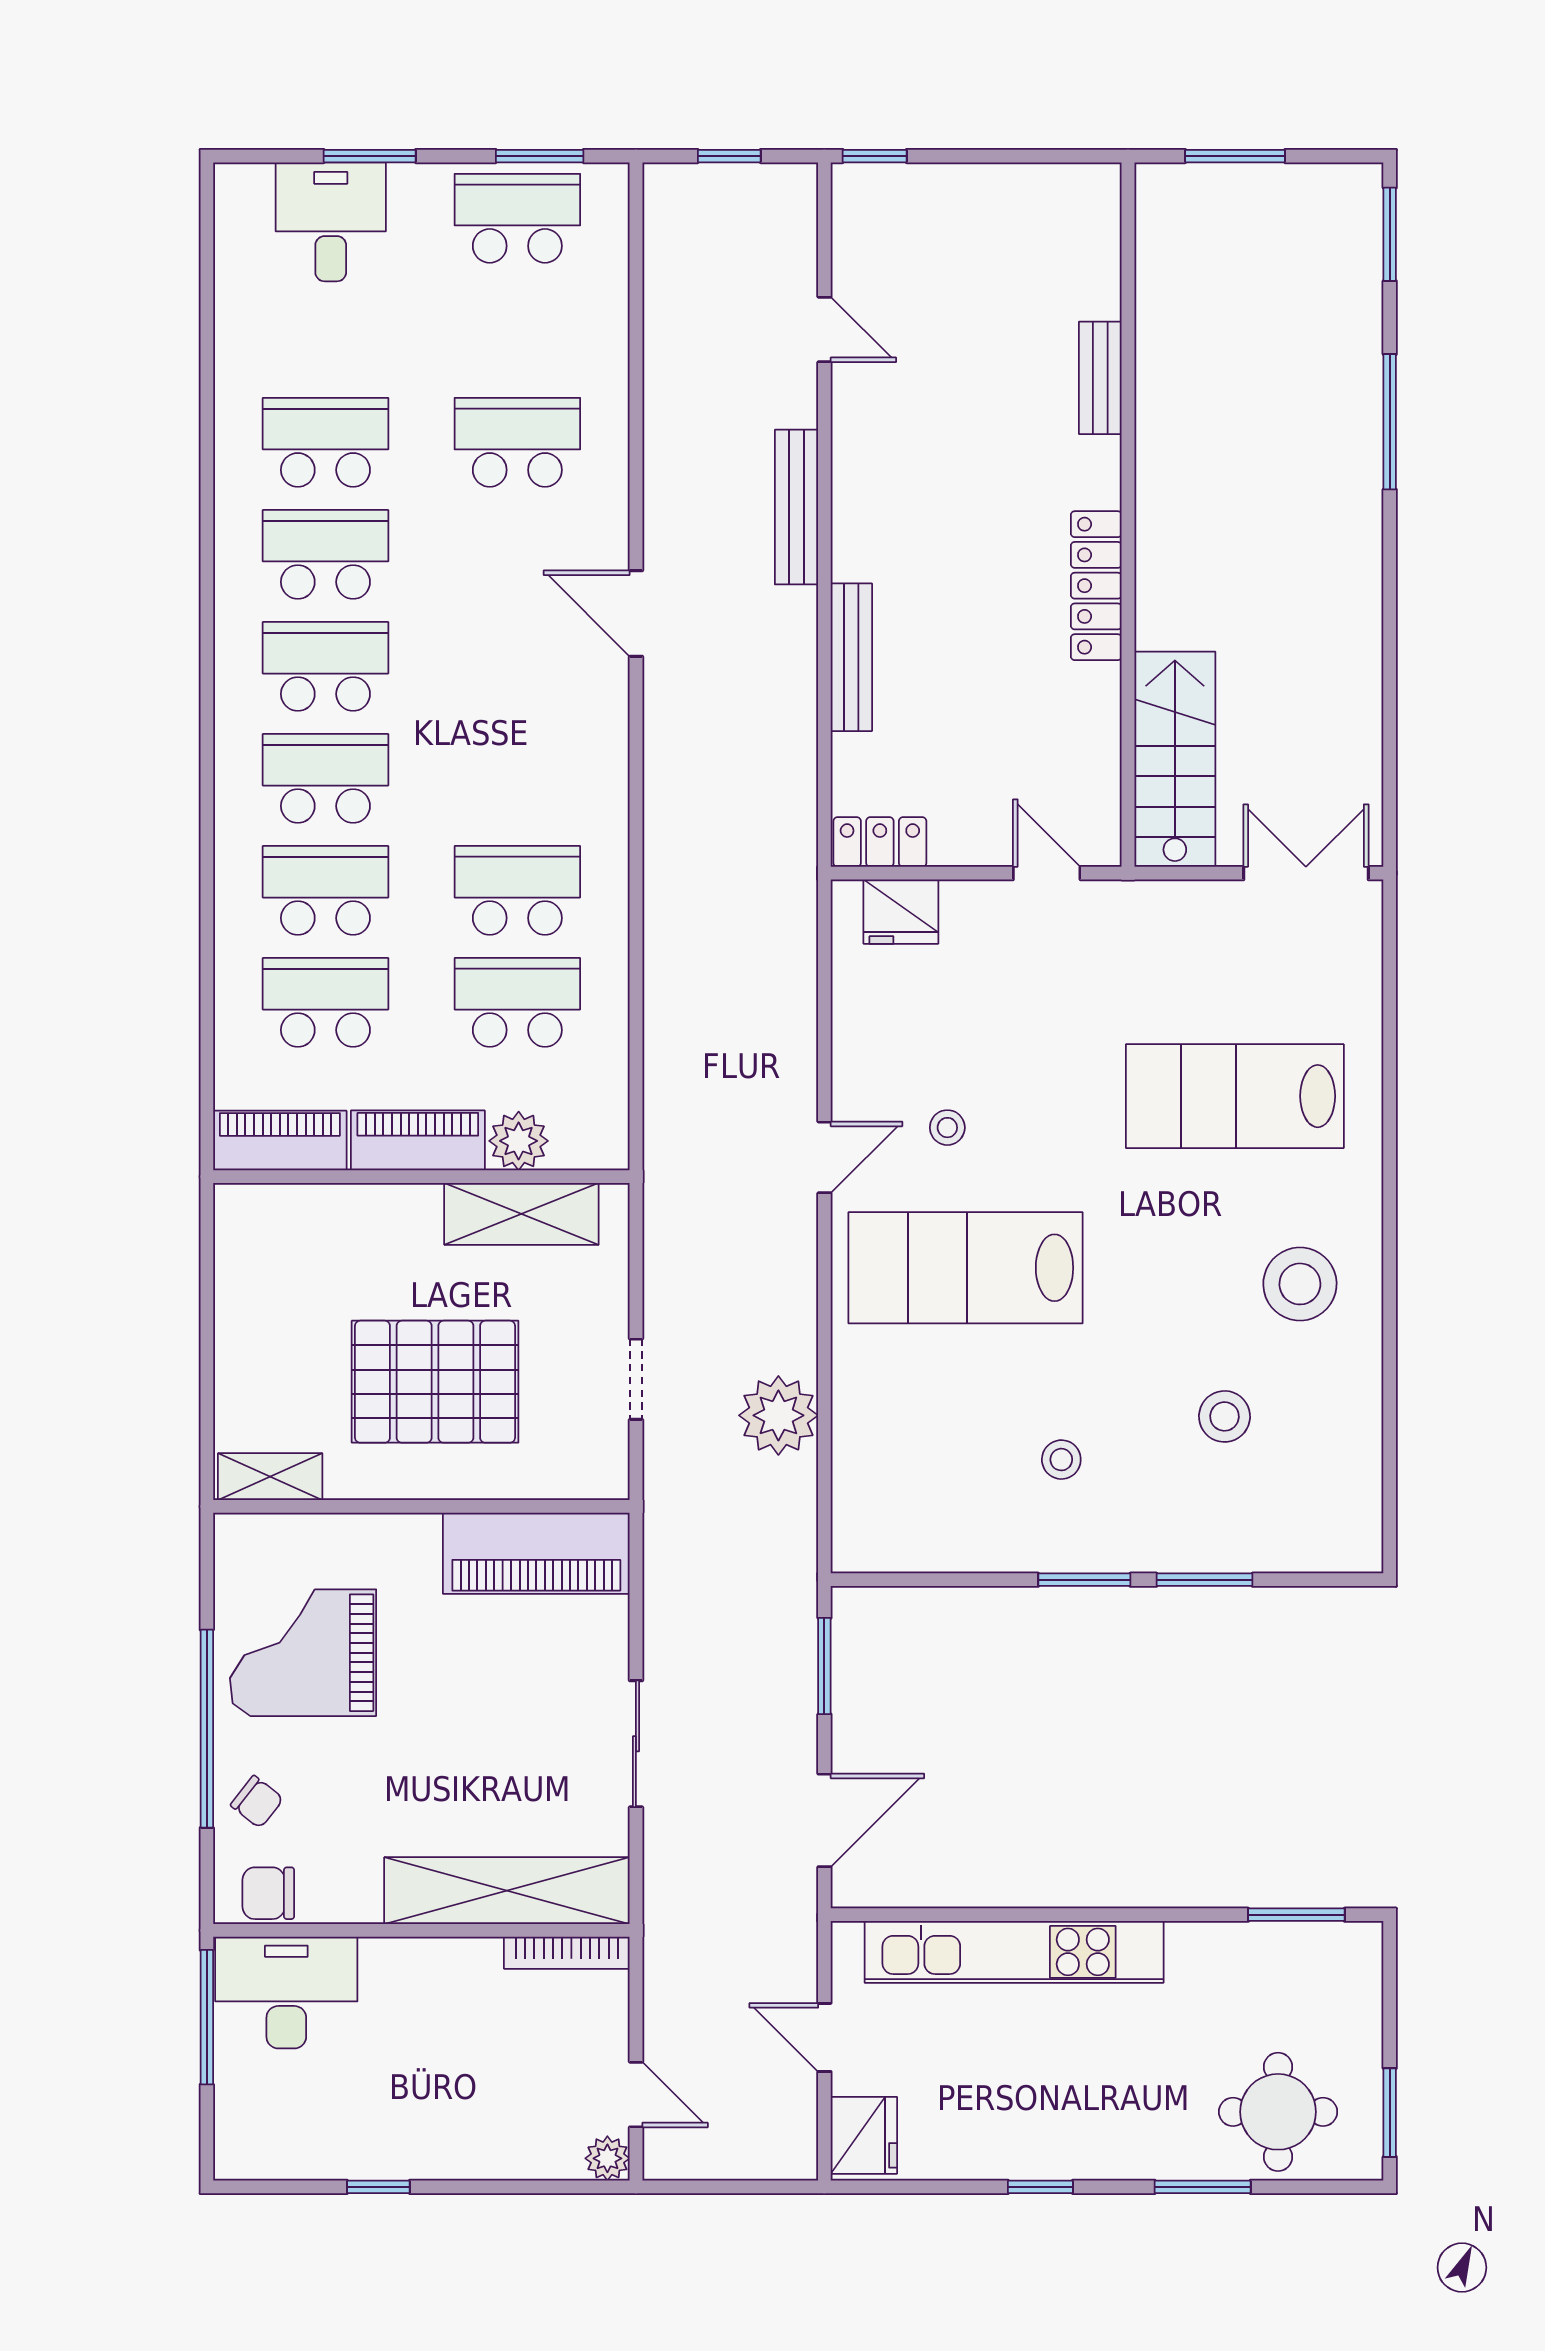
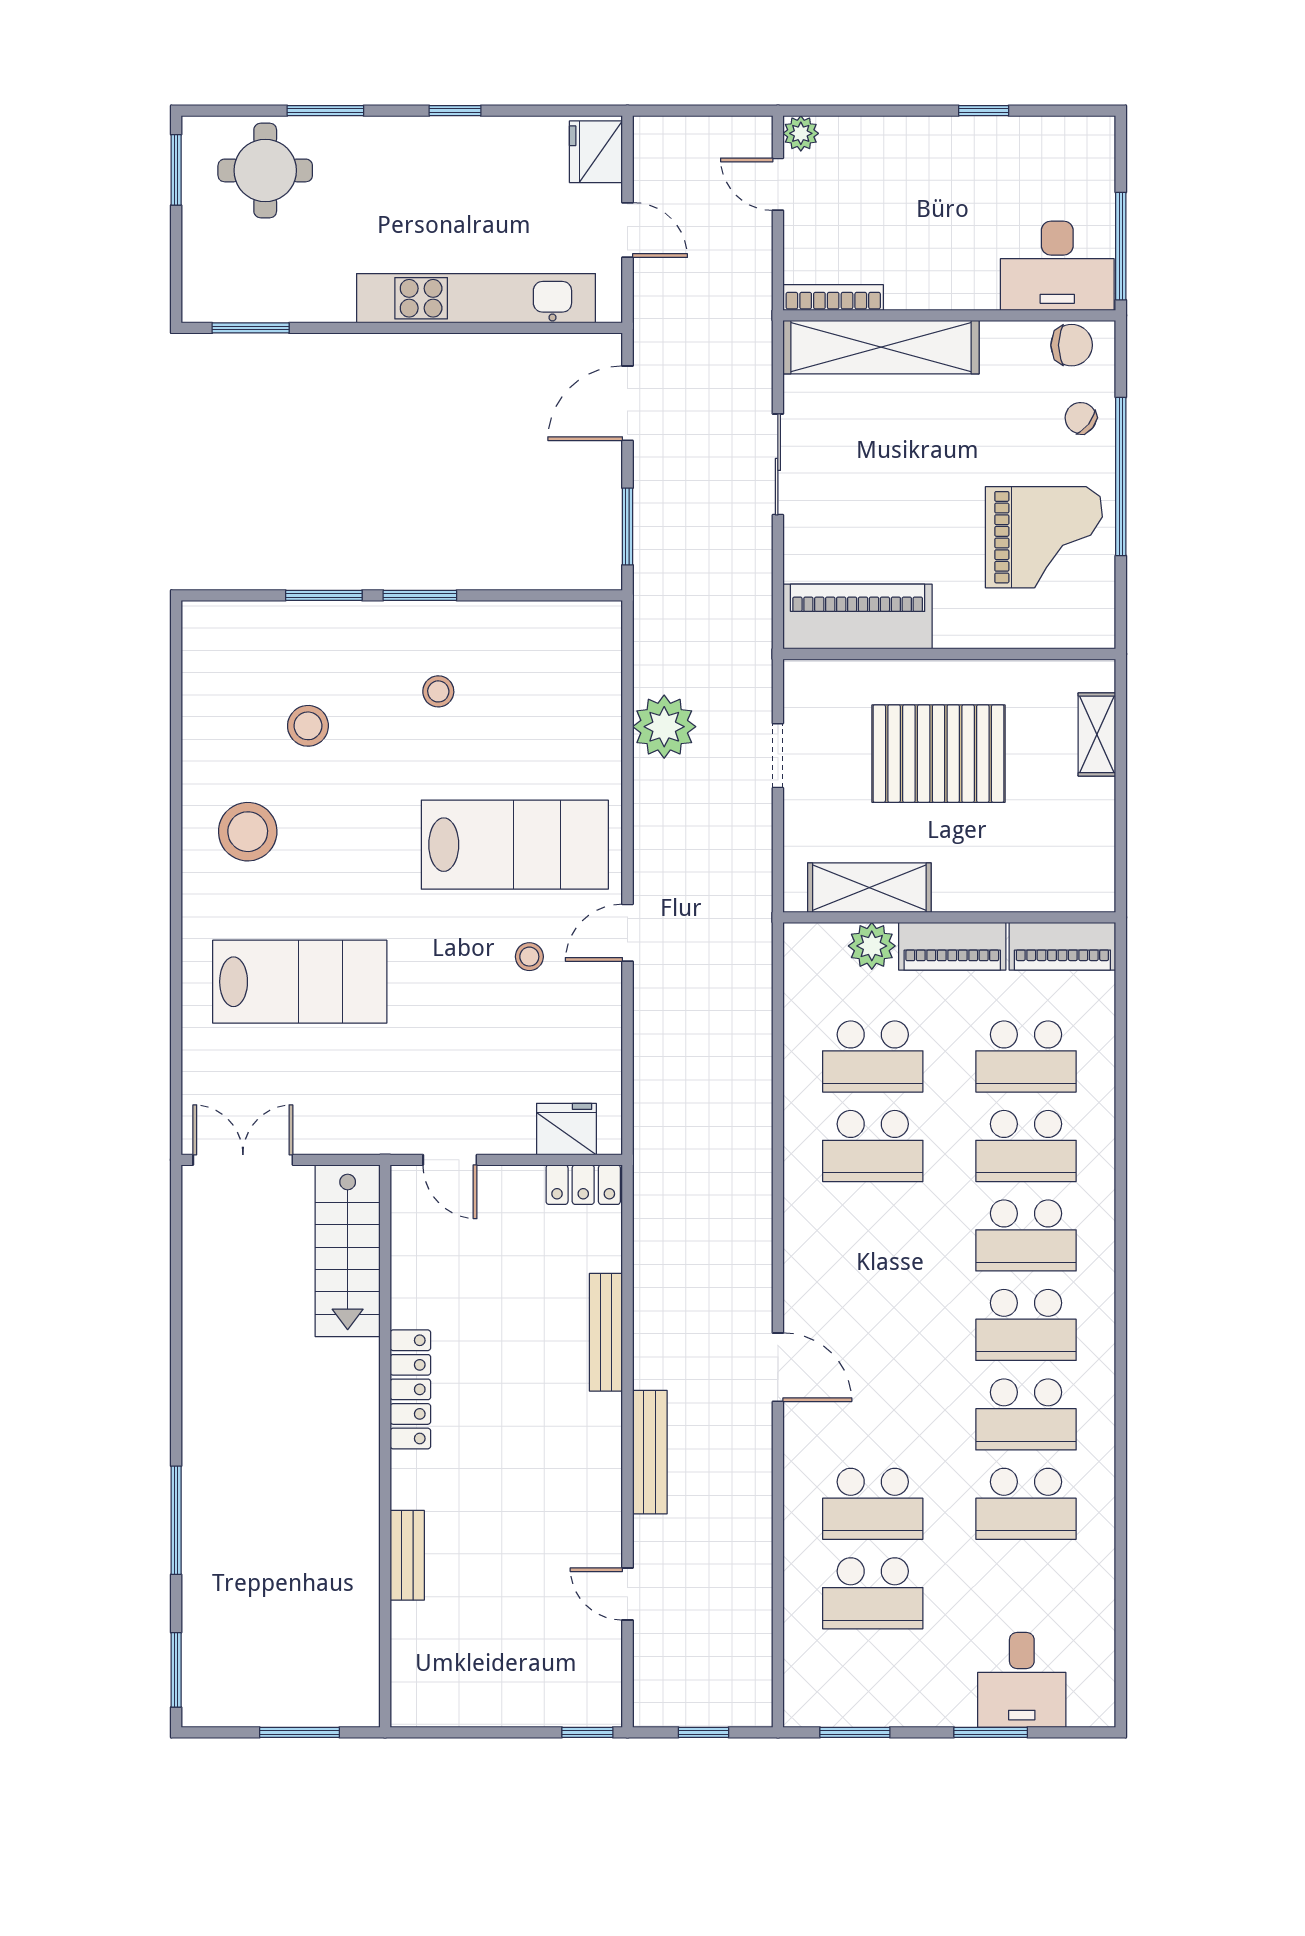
school desk: (517, 218) -> (873, 1593), moved
double door: (1306, 873) -> (243, 1160), swing flipped
shelving: (270, 1477) -> (1097, 734), moved, turned 90

